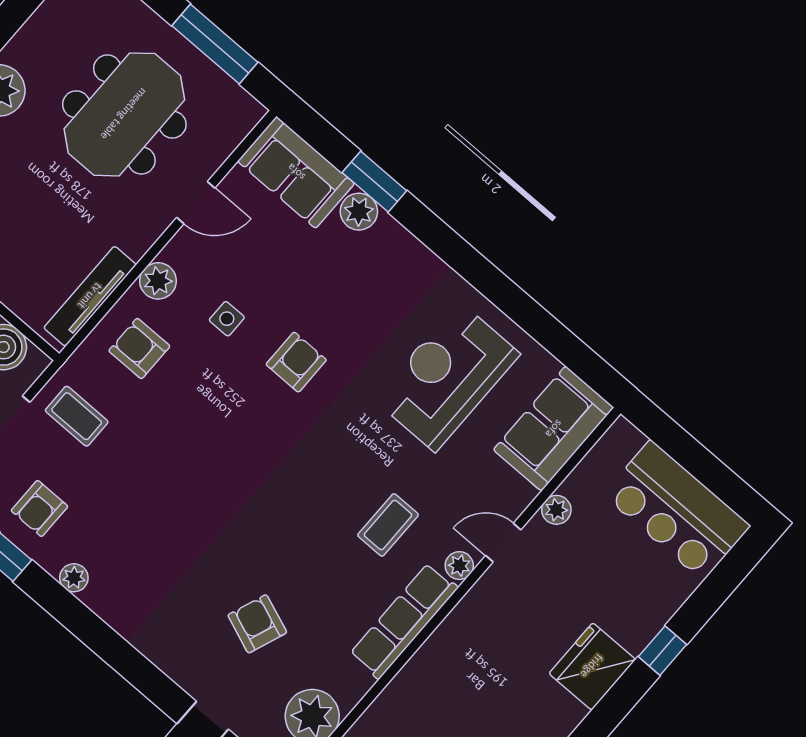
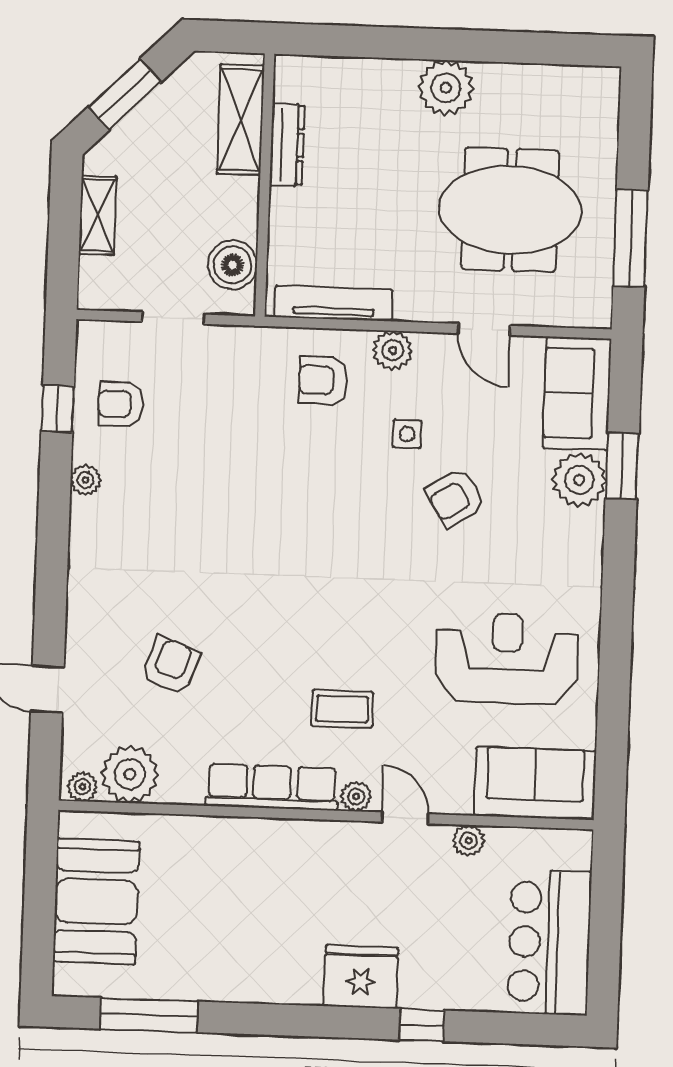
plant: (359, 212) -> (579, 480), width x1.36, depth x1.36
armchair: (139, 348) -> (323, 380), turned -90
armchair: (296, 362) -> (455, 498), moved, turned 148
coffee table: (77, 416) -> (224, 373), removed

